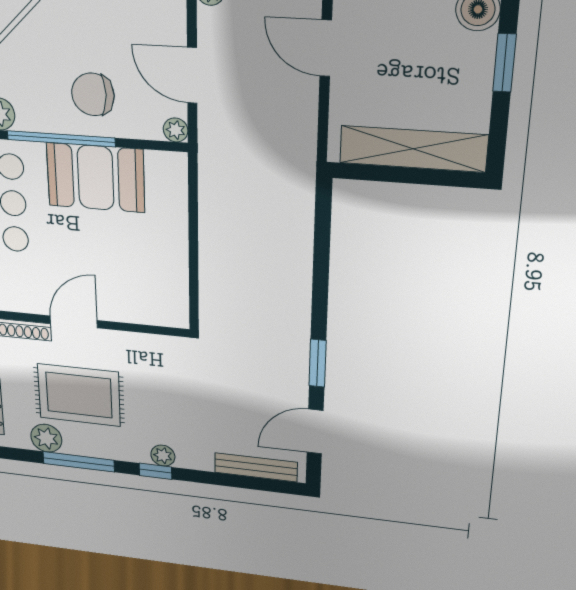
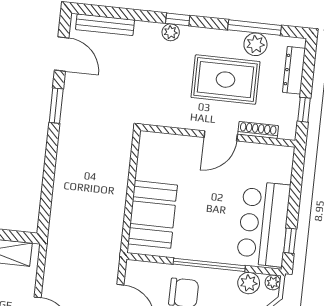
plant: (176, 130) -> (133, 268), removed
booth: (96, 178) -> (153, 214), moved, turned 90
door: (315, 432) -> (62, 54), hinge flipped
window: (79, 462) -> (255, 28), moved

